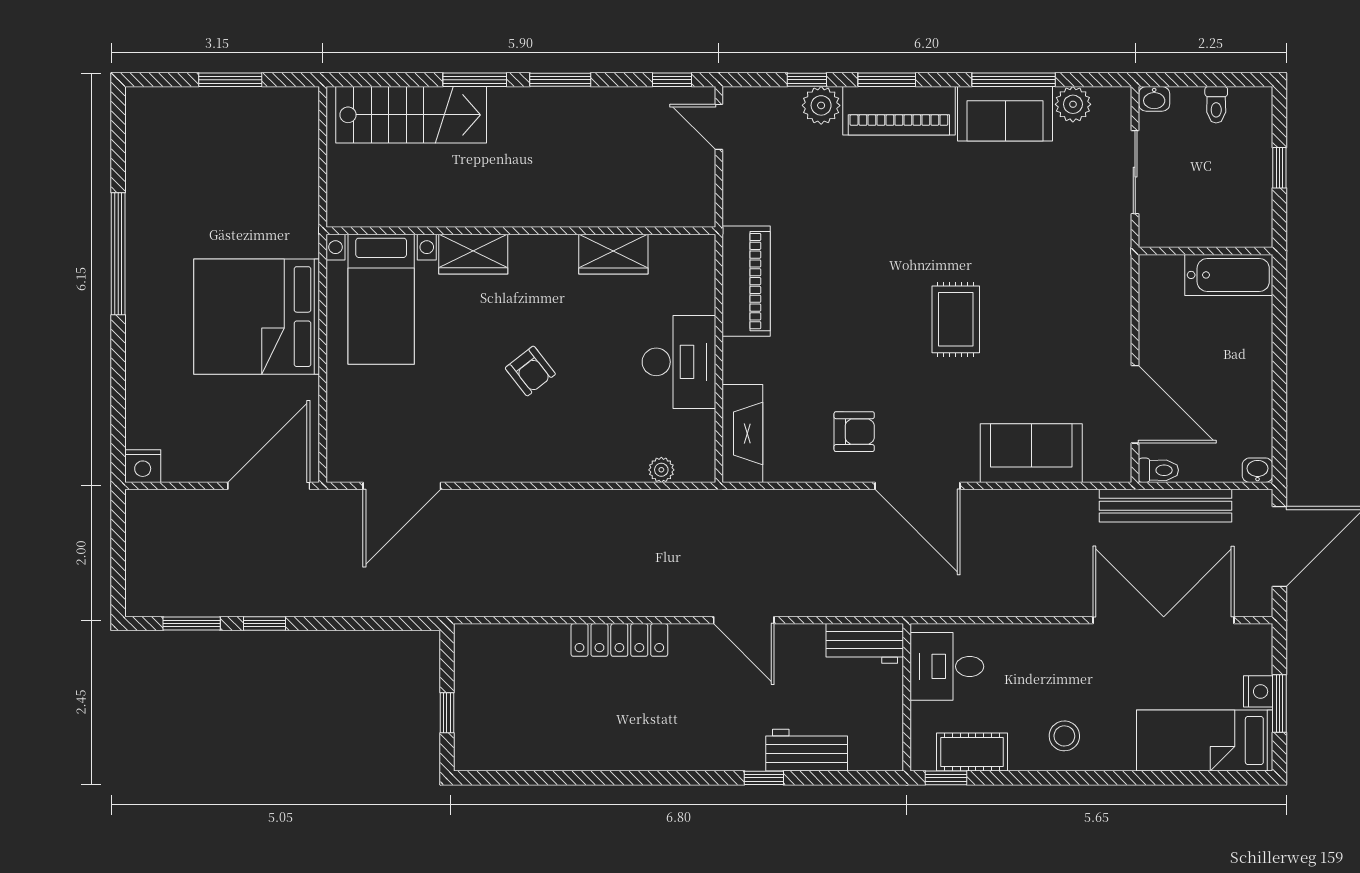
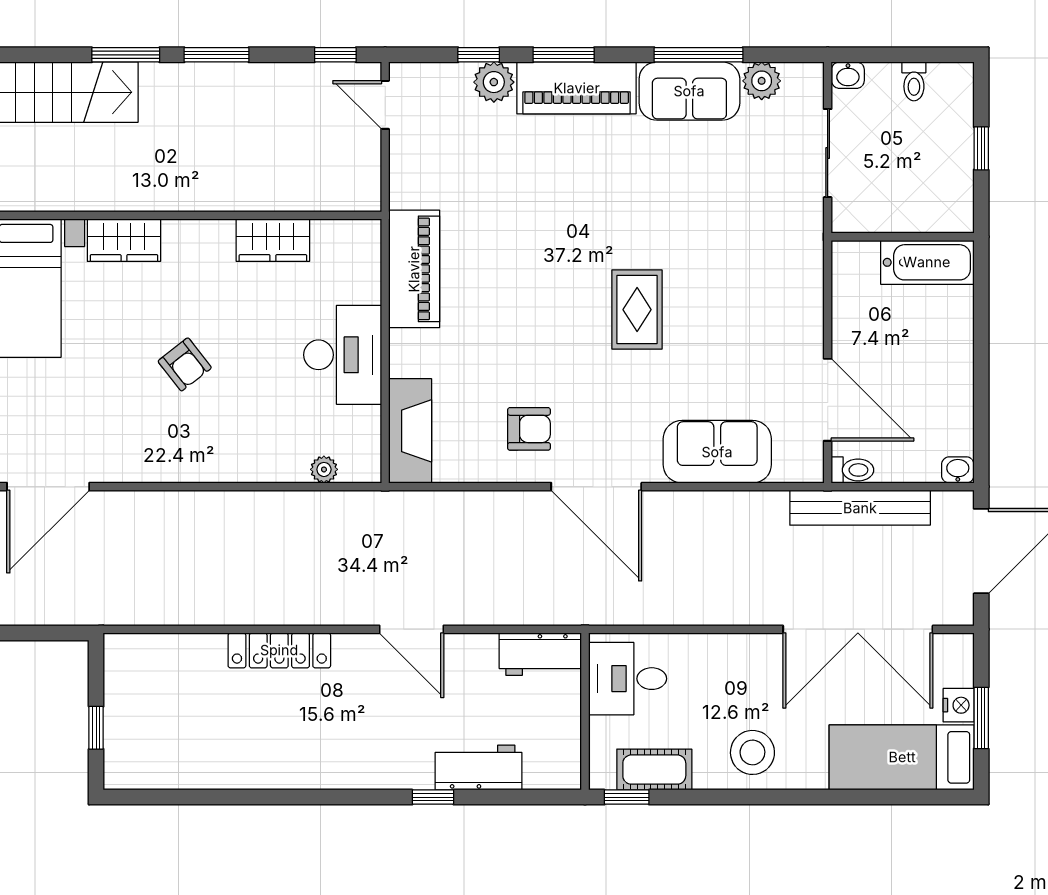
double door: (1164, 620) -> (858, 629), swing flipped
stool: (1064, 736) -> (752, 752), width x1.38, depth x1.38

